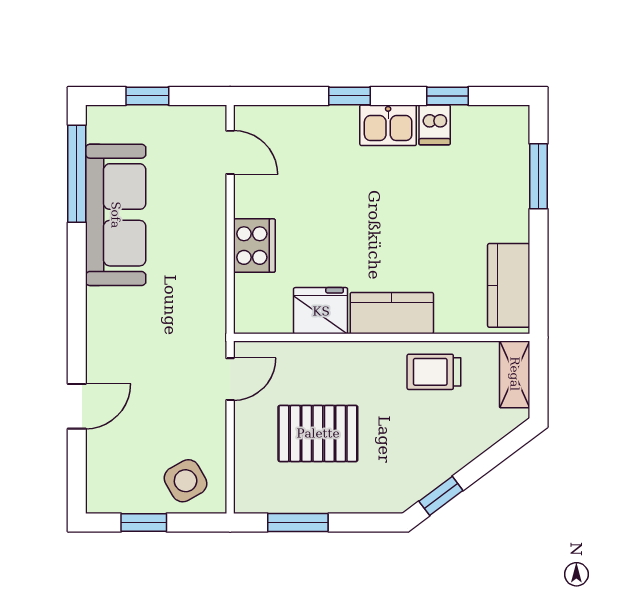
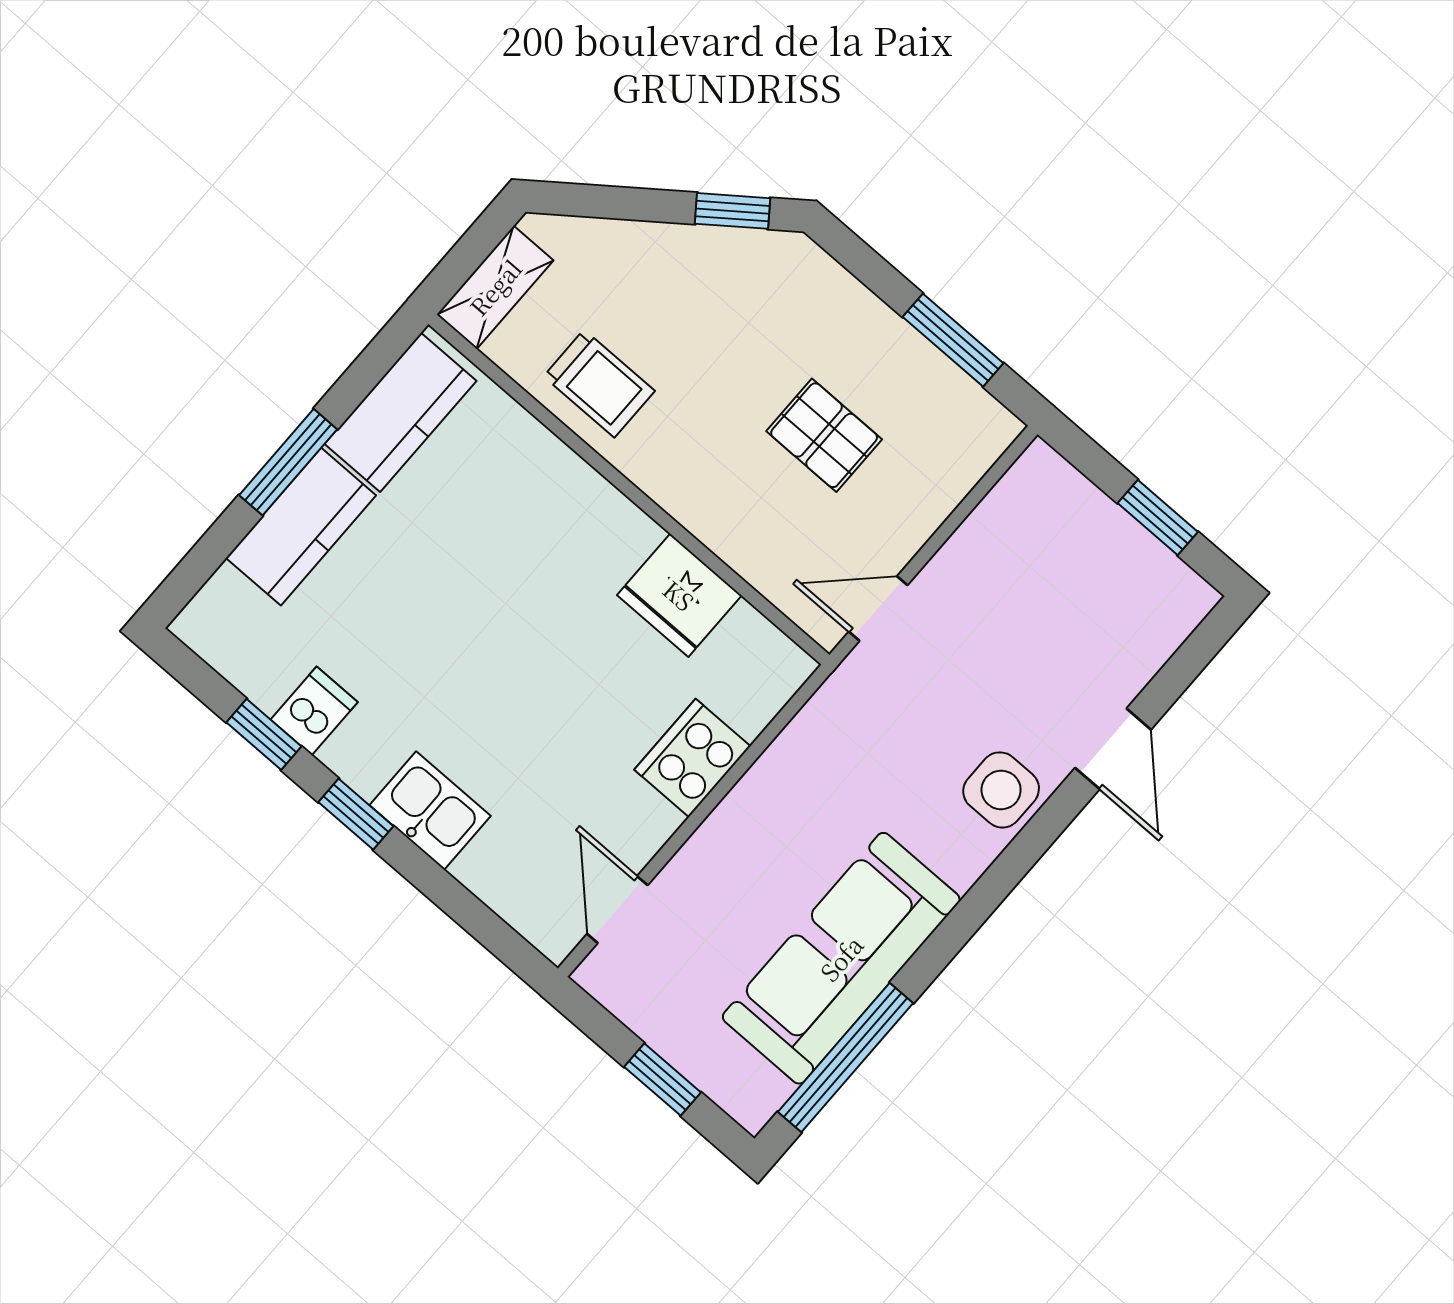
window: (349, 96) -> (356, 814), moved
kitchen sink: (388, 125) -> (430, 810), moved
window: (538, 176) -> (288, 462), moved
kitchen counter: (392, 313) -> (301, 527), moved, turned -90
door: (77, 406) -> (1113, 749), swing flipped
pallet: (318, 433) -> (824, 435), width x0.67, depth x0.71
side table: (186, 481) -> (1001, 790), moved, turned 30

